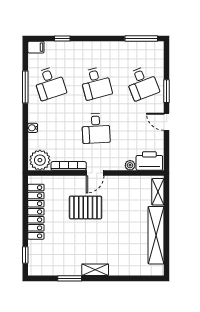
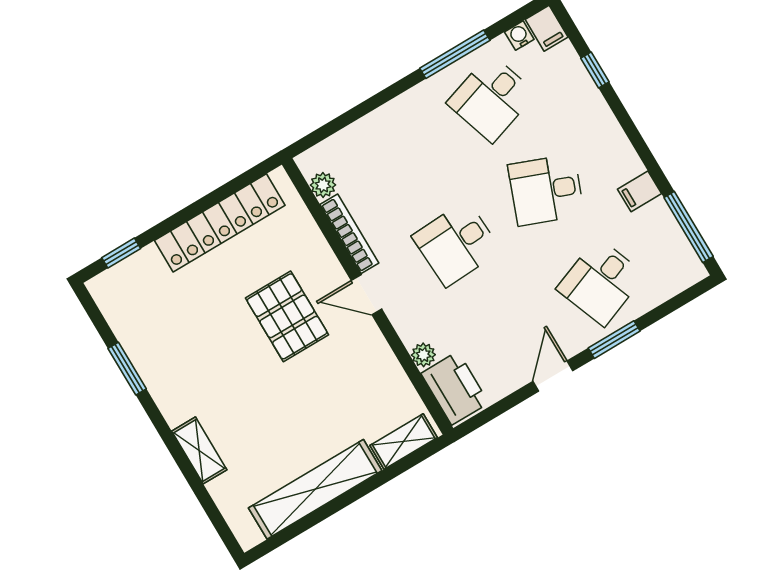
filing cabinet: (117, 49) -> (640, 191), added
desk: (96, 83) -> (546, 190), turned 36
water cooler: (33, 128) -> (519, 36), moved
plant: (40, 160) -> (323, 185), width x0.53, depth x0.53
shelving: (95, 270) -> (199, 450), moved

